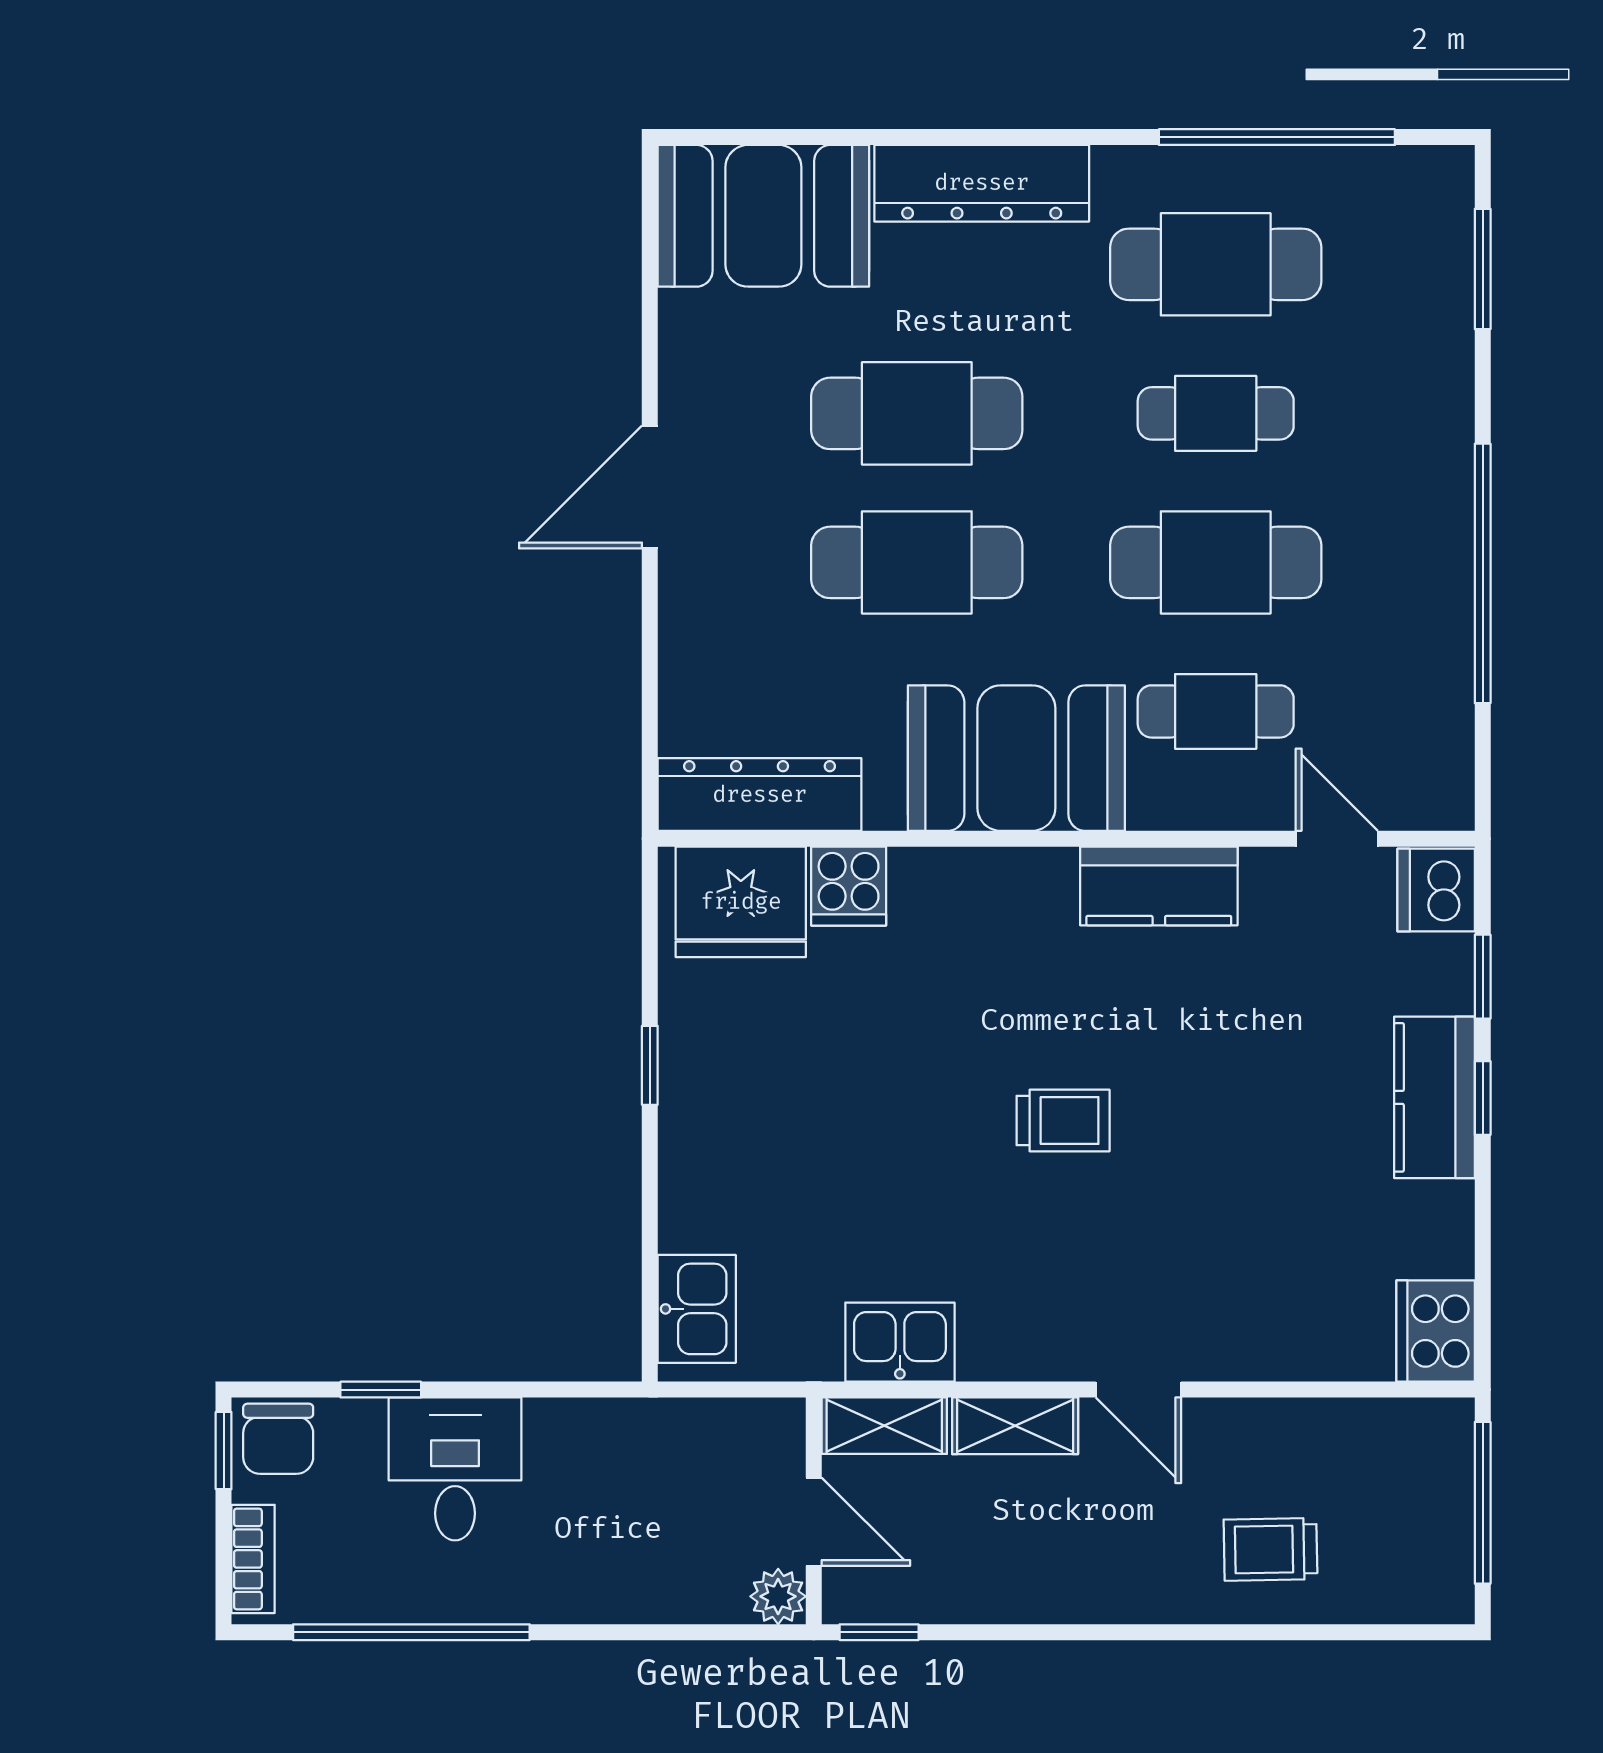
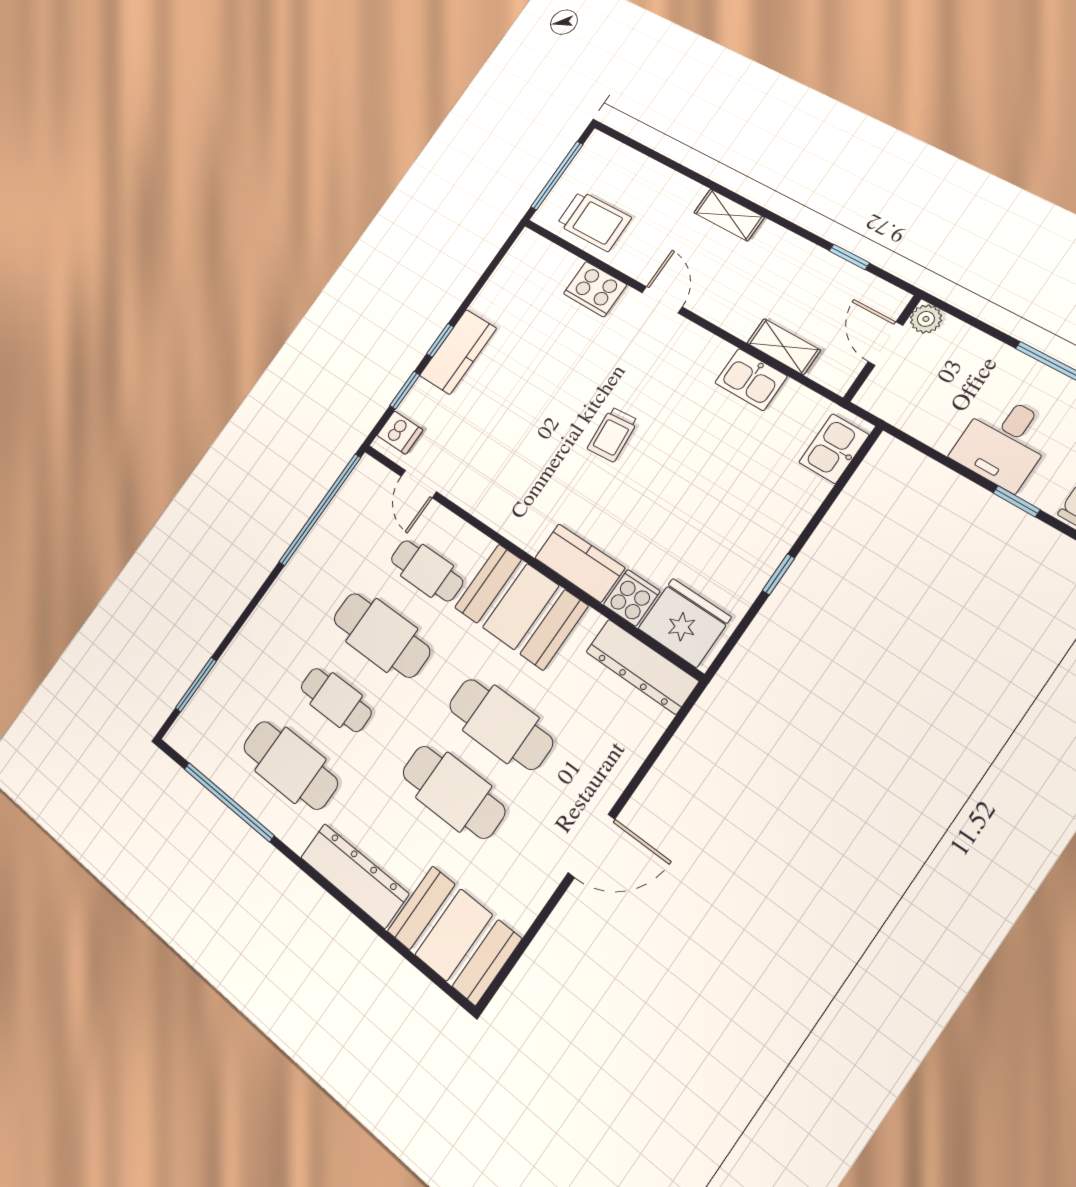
window: (1483, 573) -> (320, 510), moved
kitchen counter: (1159, 886) -> (580, 563), moved
dishwasher: (1436, 890) -> (400, 433), width x0.73
trolley: (1063, 1121) -> (613, 434), turned -95
cooker: (1436, 1331) -> (595, 289), moved, turned 90
shelving: (1015, 1426) -> (729, 215), moved
wall: (814, 1511) -> (882, 348), moved
door: (814, 1522) -> (885, 344), moved
trolley: (1270, 1549) -> (594, 221), moved, width x1.36, depth x1.39
plant: (778, 1596) -> (926, 319), moved

